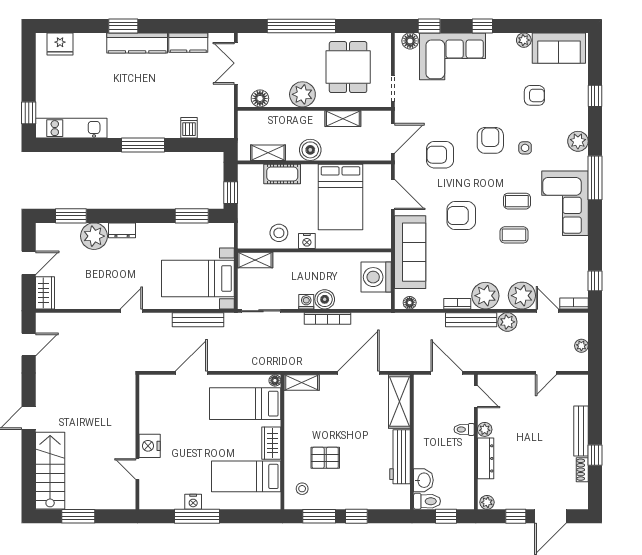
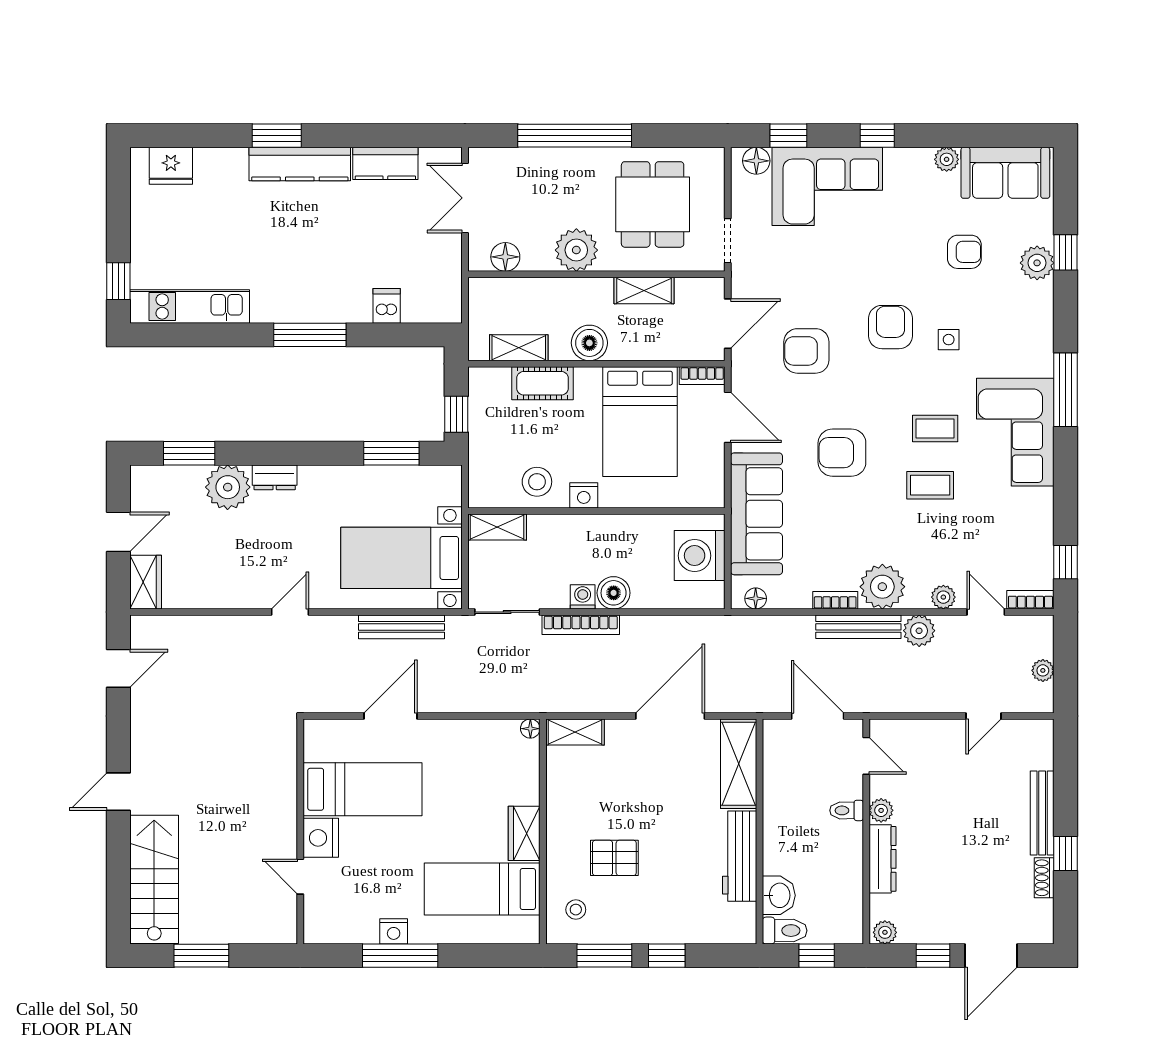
plant: (578, 141) -> (1037, 263), moved
bookcase: (378, 169) -> (702, 376), added
plant: (522, 296) -> (943, 597), width x0.53, depth x0.53
bookcase: (327, 318) -> (581, 625), moved
bed: (245, 404) -> (363, 789), moved, turned 180

